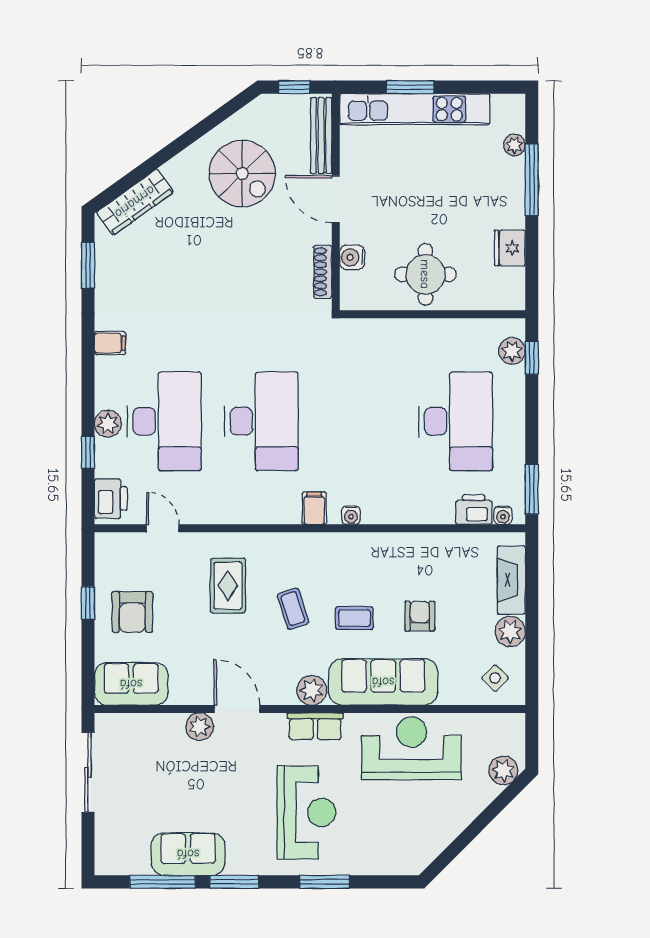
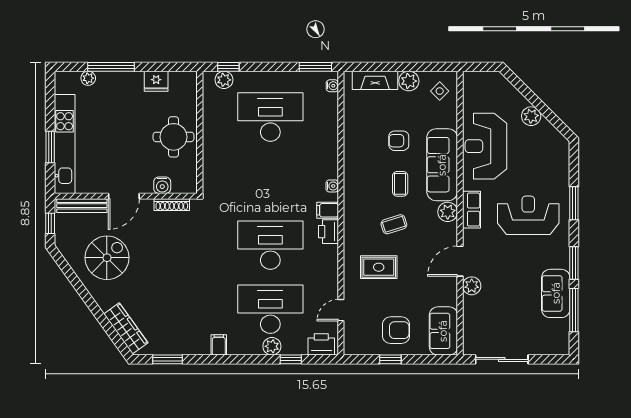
printer: (474, 510) -> (329, 232), moved
plant: (503, 770) -> (531, 116), moved

